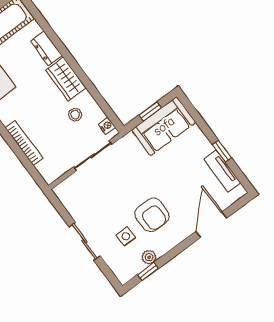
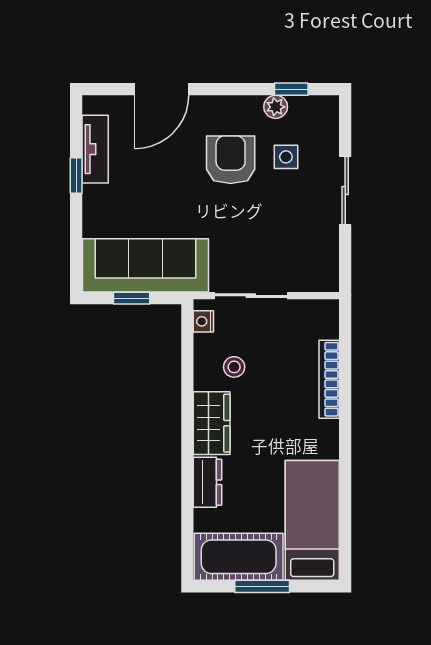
sofa: (164, 126) -> (146, 265), width x1.36

